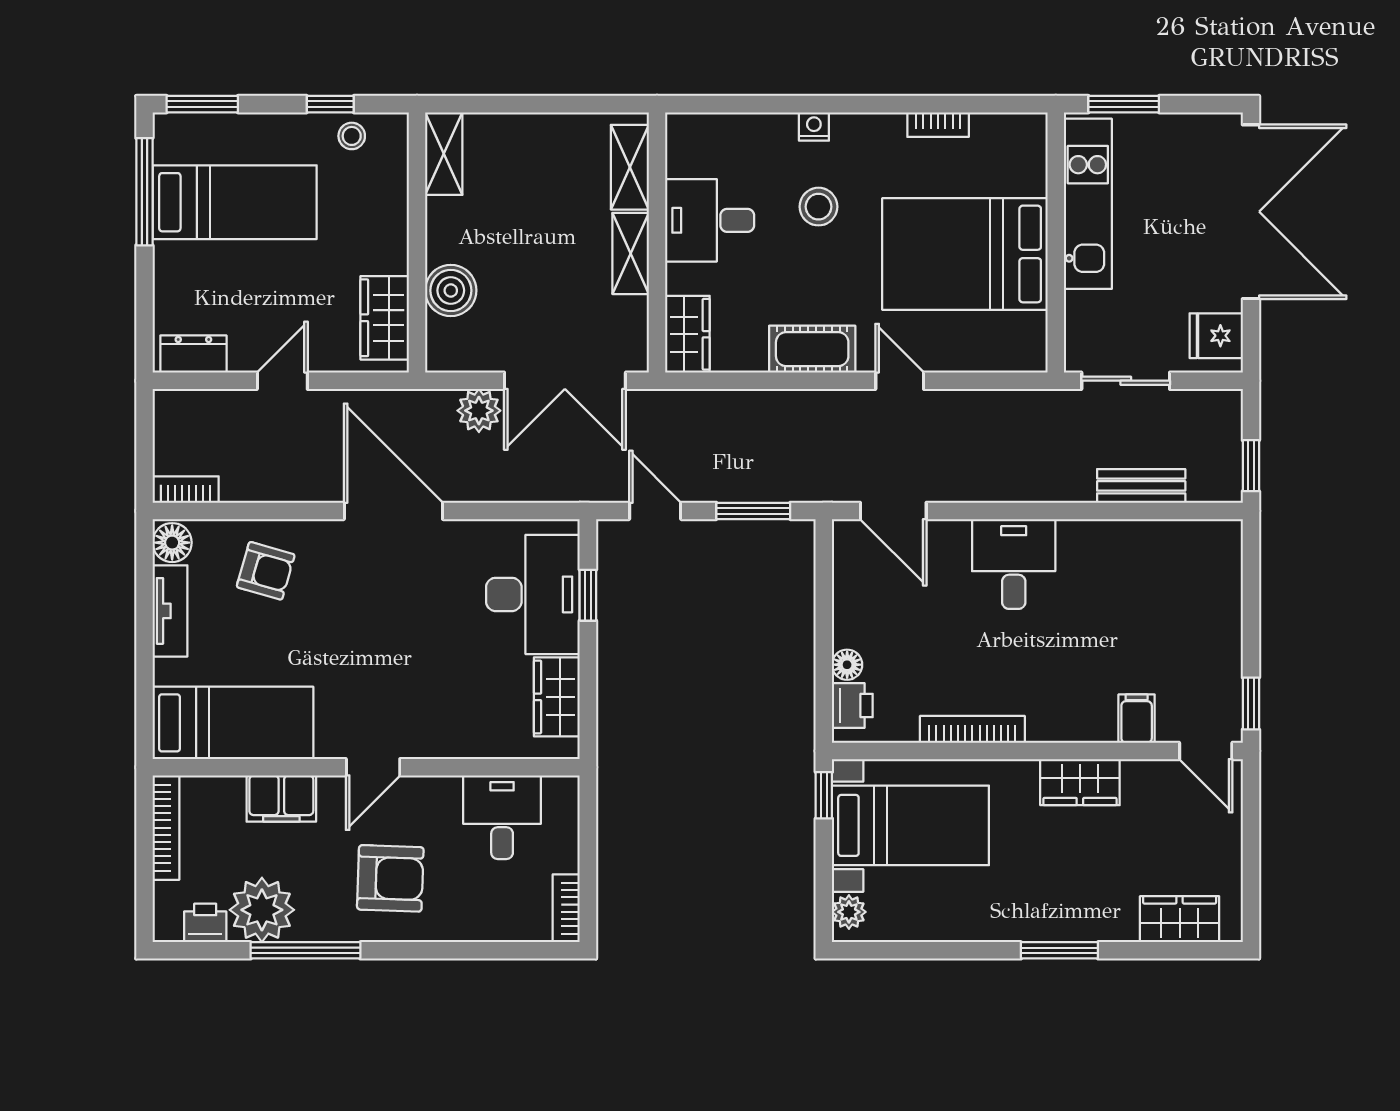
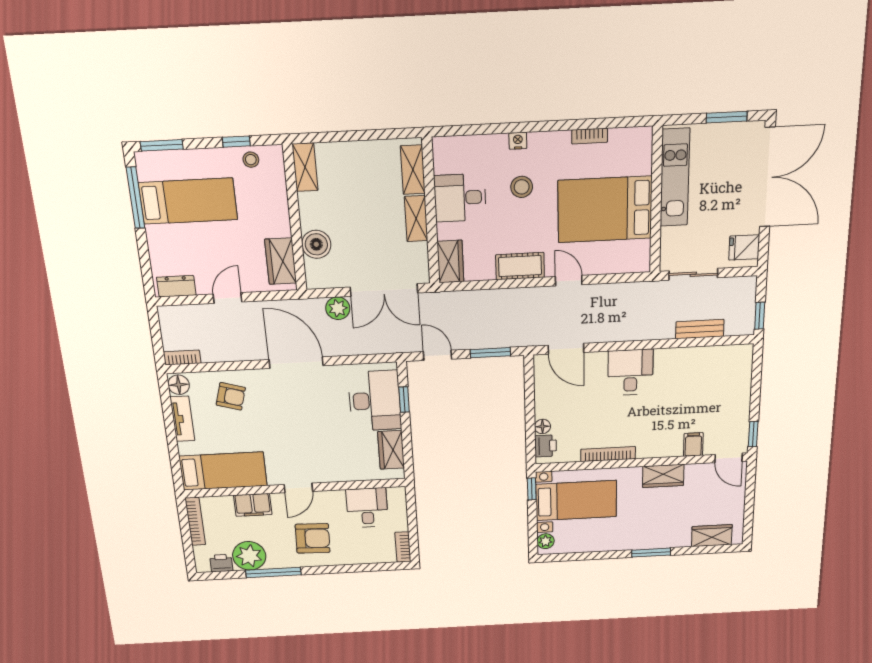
window: (1124, 104) -> (727, 117), moved

